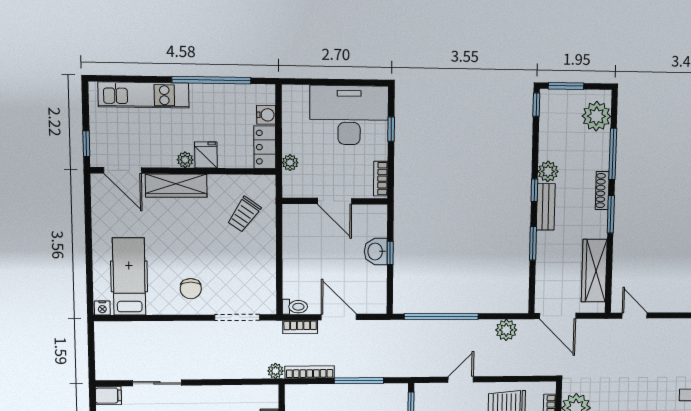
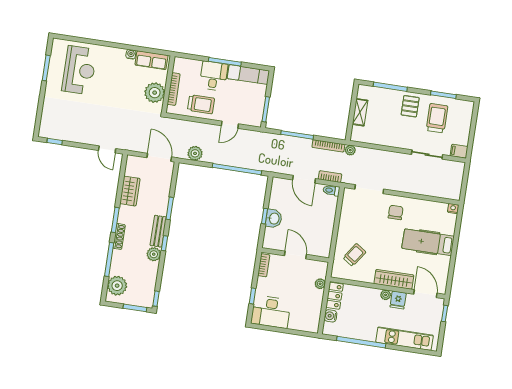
desk: (349, 115) -> (271, 312), width x0.73, depth x0.77
fridge: (206, 155) -> (398, 300), moved
wardrobe: (594, 271) -> (130, 191), width x0.67
hospital bed: (129, 276) -> (428, 242), moved, turned 90

